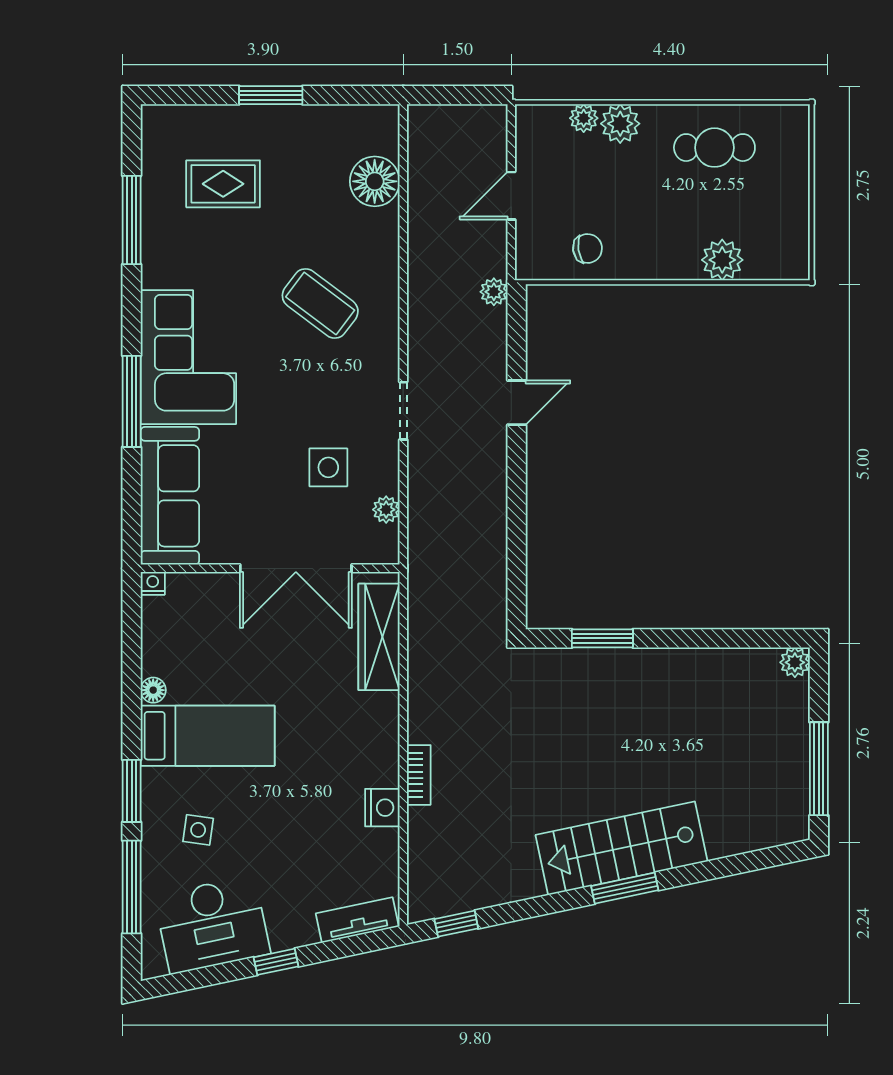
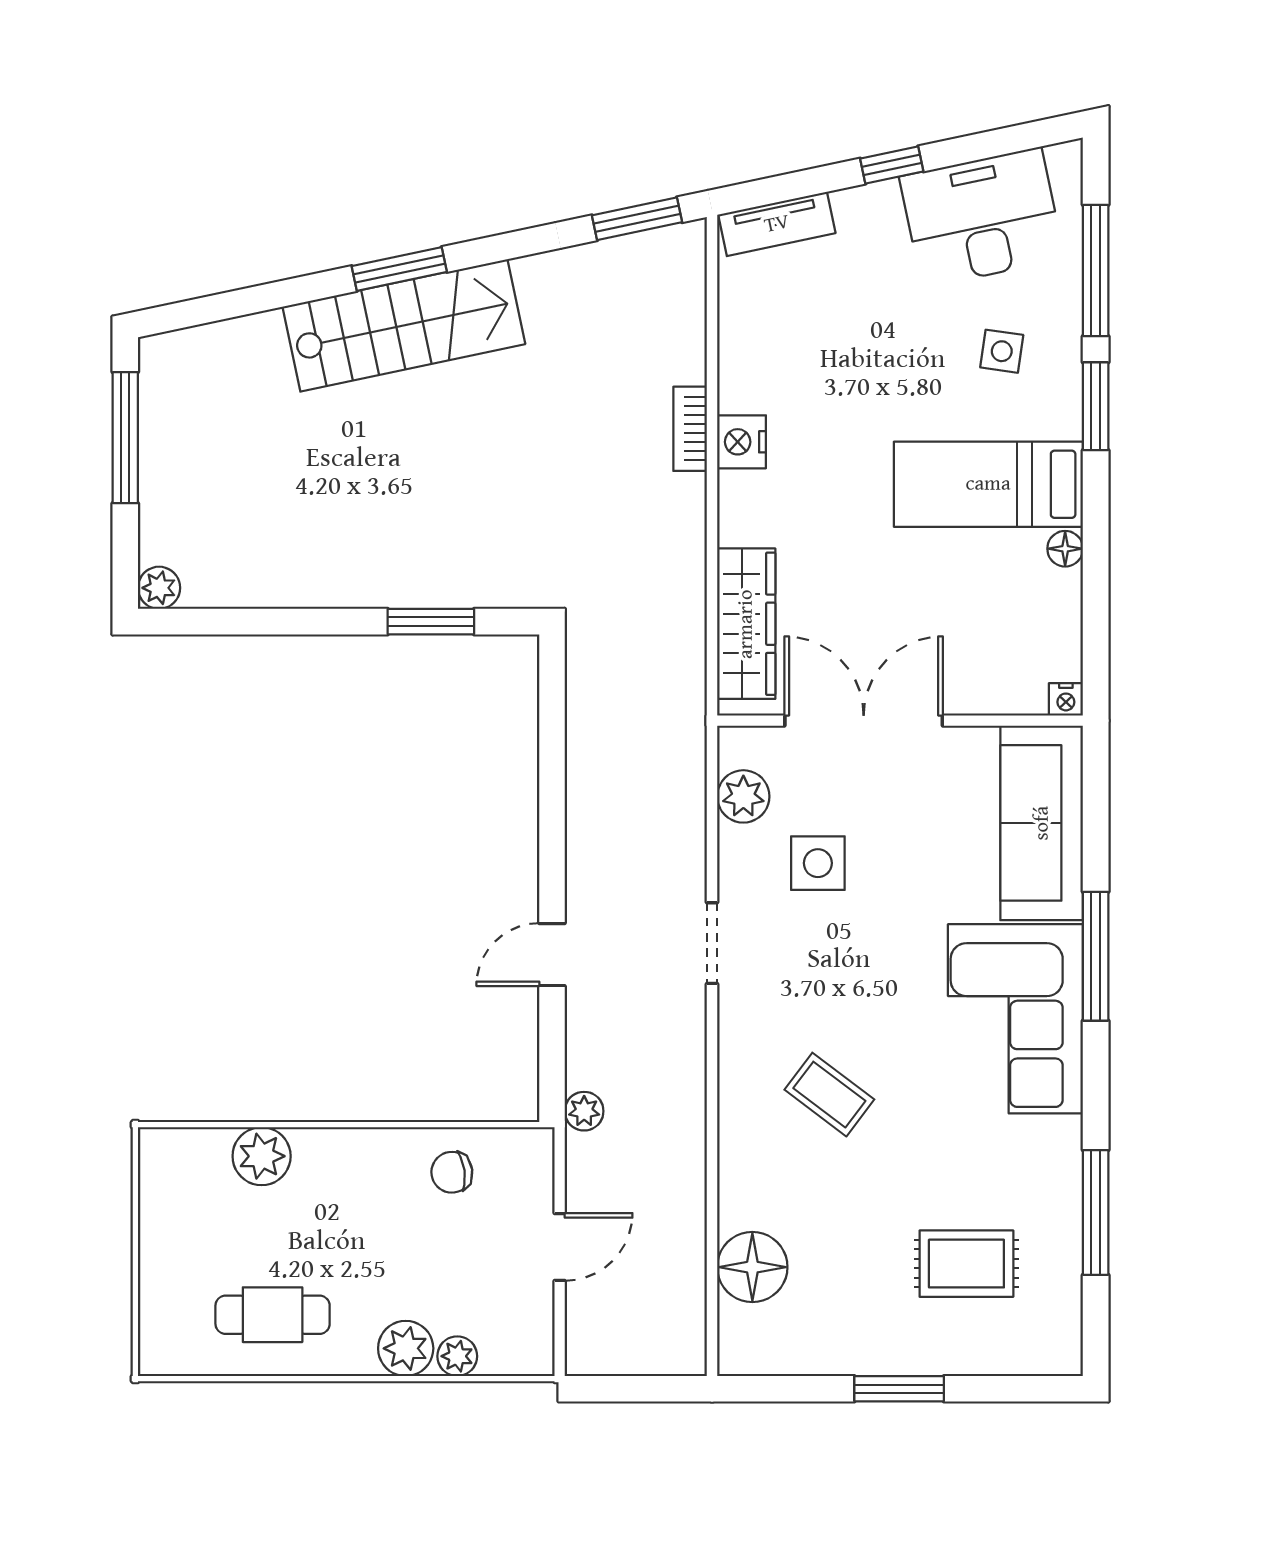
coffee table: (320, 304) -> (829, 1095), width x0.73, depth x0.77
plant: (386, 510) -> (743, 796), width x1.38, depth x1.38
nightstand: (382, 808) -> (742, 442), moved
window: (456, 924) -> (637, 219), width x1.50

